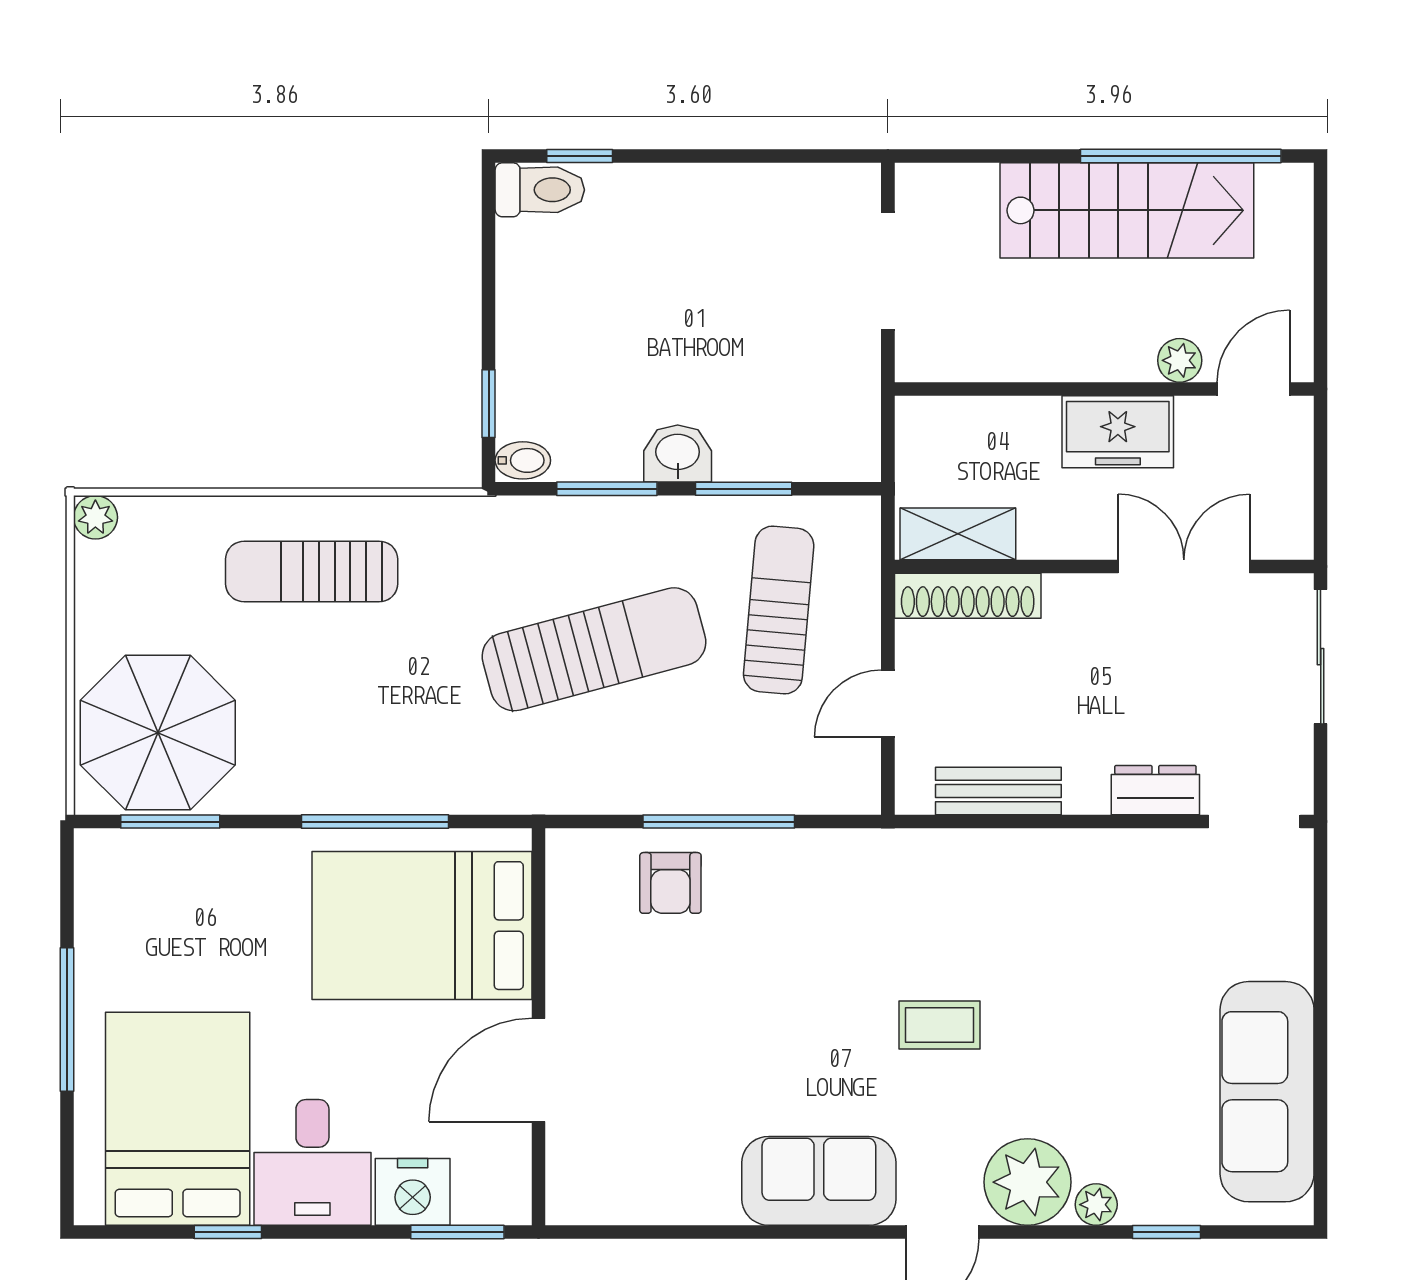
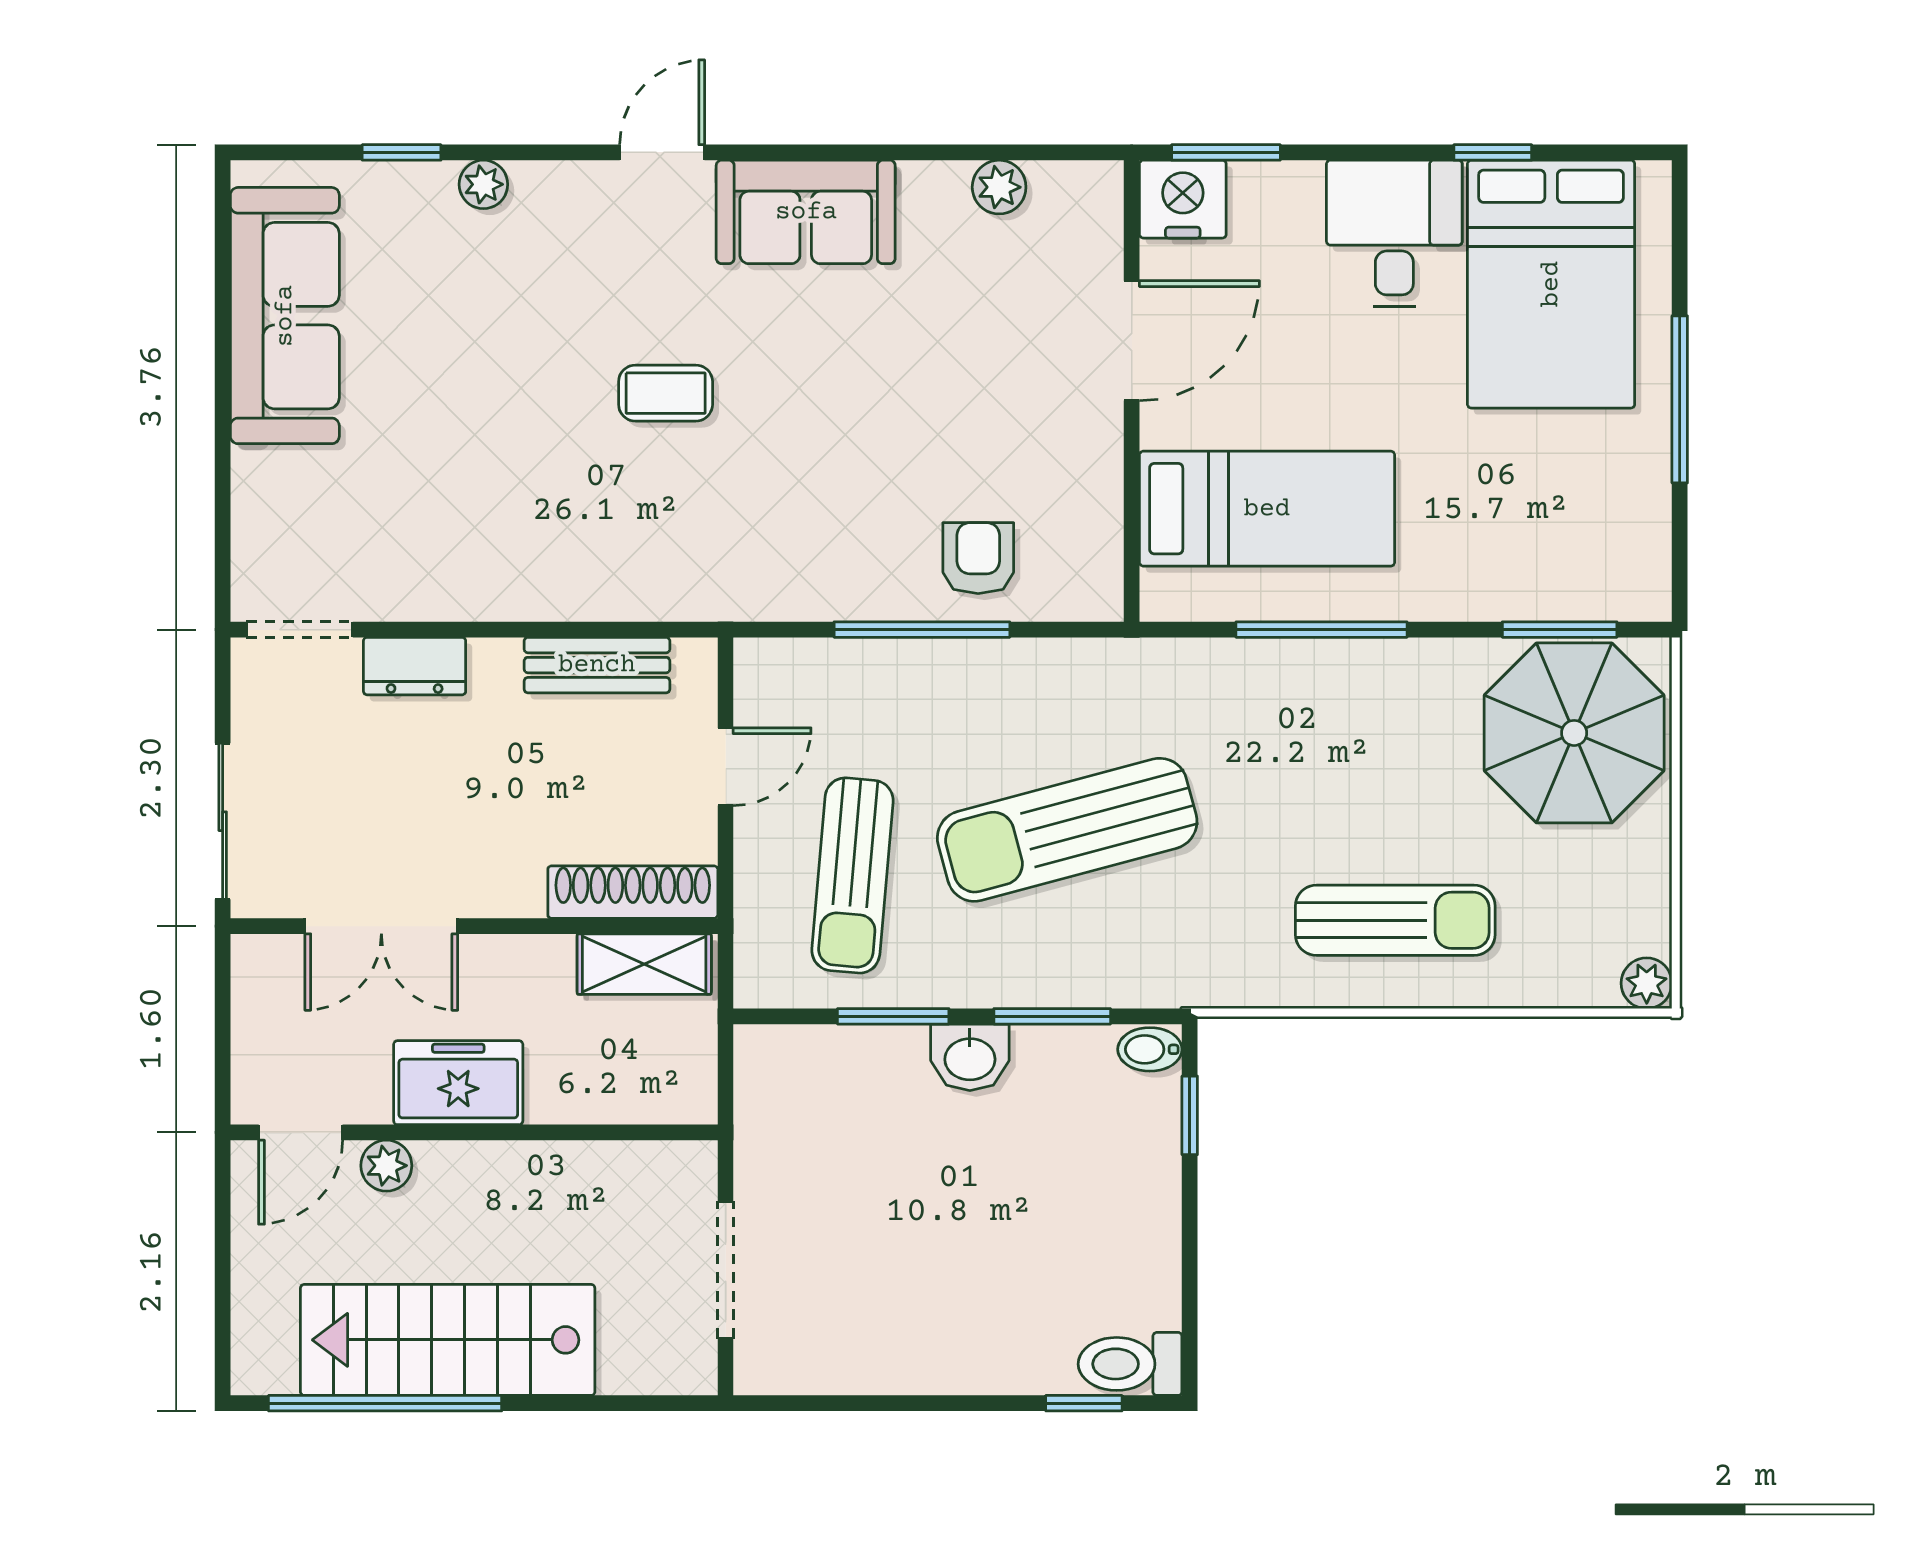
bed: (422, 926) -> (1267, 509), width x0.67
plant: (1028, 1182) -> (999, 187), moved, width x0.53, depth x0.53
nightstand: (413, 1192) -> (1183, 199), moved

